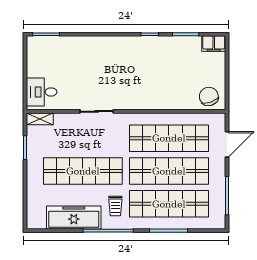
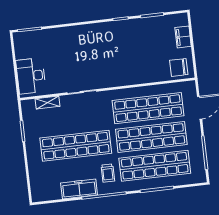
filing cabinet: (214, 44) -> (183, 37), moved, turned 90
desk: (42, 92) -> (31, 76), width x1.37
chair: (209, 96) -> (179, 67), turned -72
shelving: (40, 119) -> (48, 103), moved
freezer: (74, 218) -> (79, 189), width x0.73, depth x0.79

